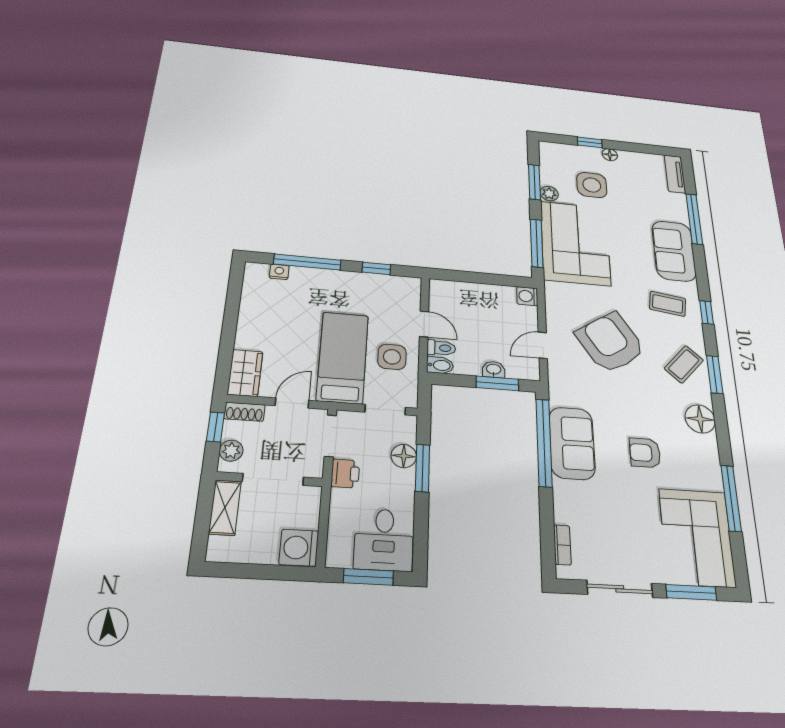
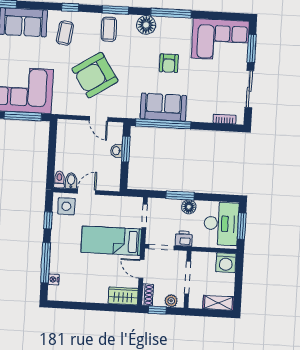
washing machine: (527, 296) -> (64, 126), removed
toilet: (441, 348) -> (59, 179), moved
side table: (392, 357) -> (66, 206), moved
coffee table: (684, 364) -> (109, 29), turned 48
bidet: (440, 365) -> (71, 181), moved
floor lamp: (404, 456) -> (189, 207), moved
window: (731, 498) -> (171, 13), moved
shelving: (225, 507) -> (218, 303), moved
desk: (384, 540) -> (221, 224), width x1.37

